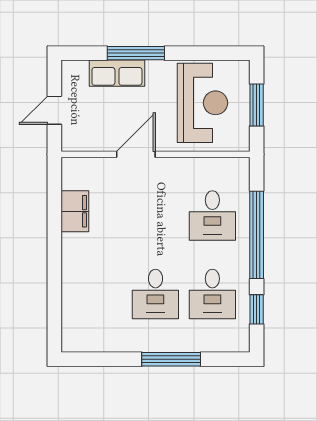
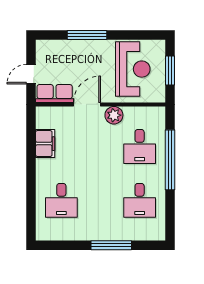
row of seats: (117, 73) -> (55, 94), moved, turned 180
plant: (175, 170) -> (114, 115), added
desk: (155, 294) -> (61, 200), moved
window: (257, 309) -> (170, 211), removed

